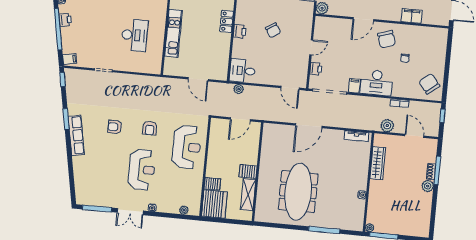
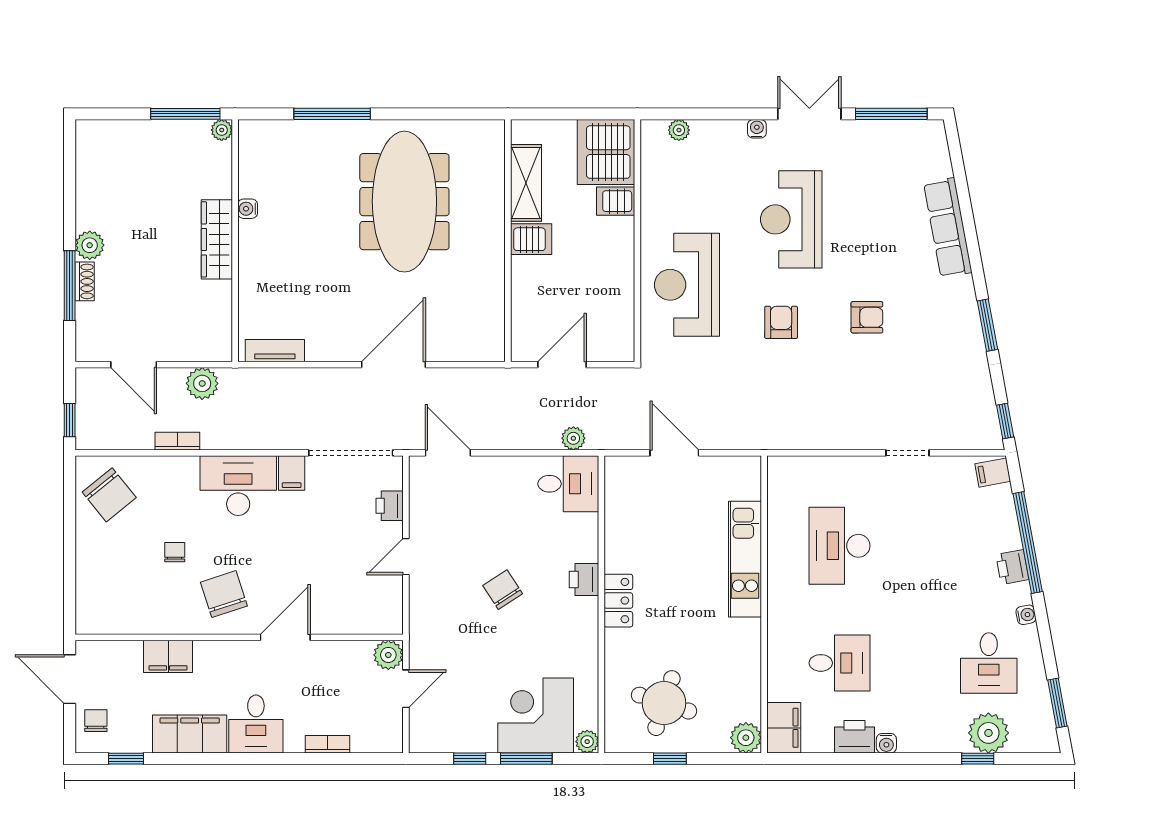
row of seats: (76, 135) -> (948, 228), moved
wardrobe: (378, 163) -> (217, 239), moved

